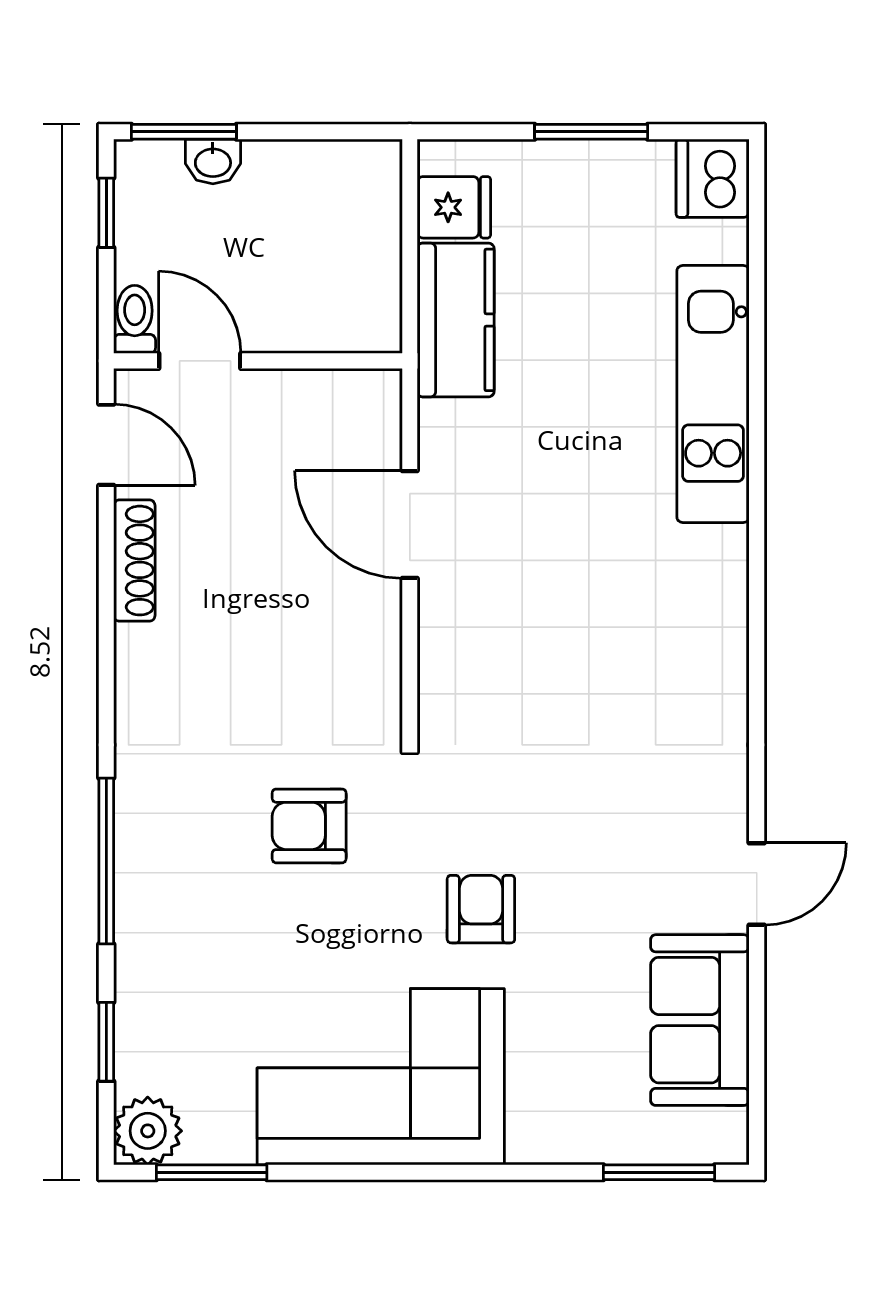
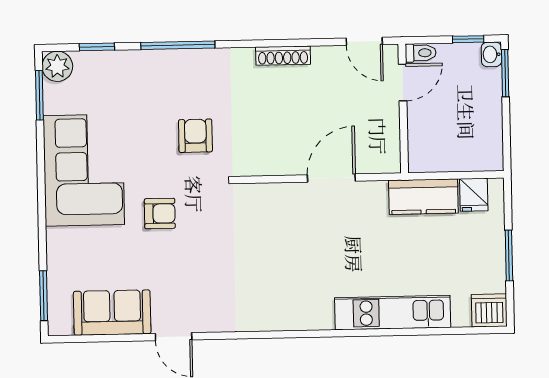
washbasin: (213, 161) -> (491, 54), moved
door: (106, 445) -> (364, 41), hinge flipped
shoe rack: (134, 561) -> (283, 56), moved

